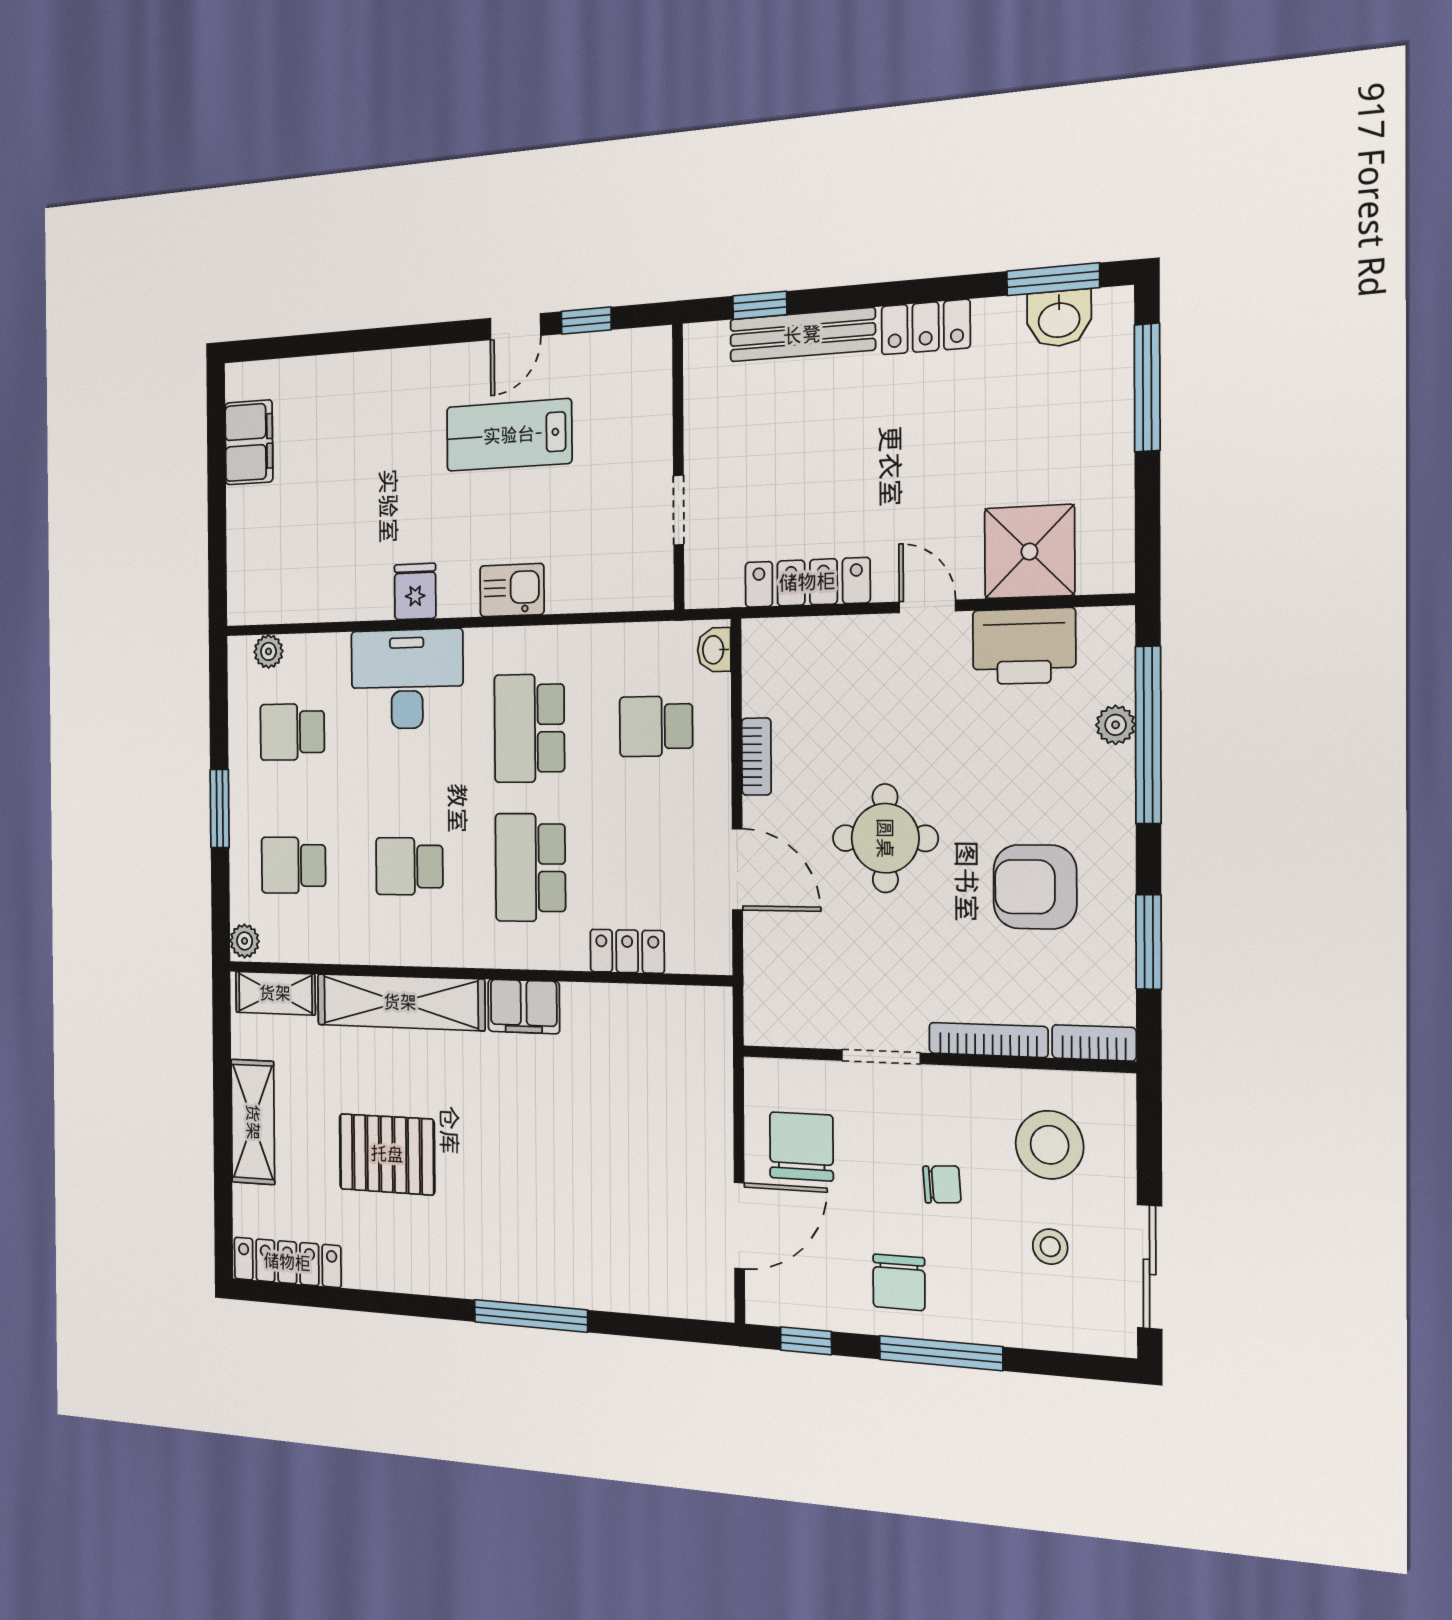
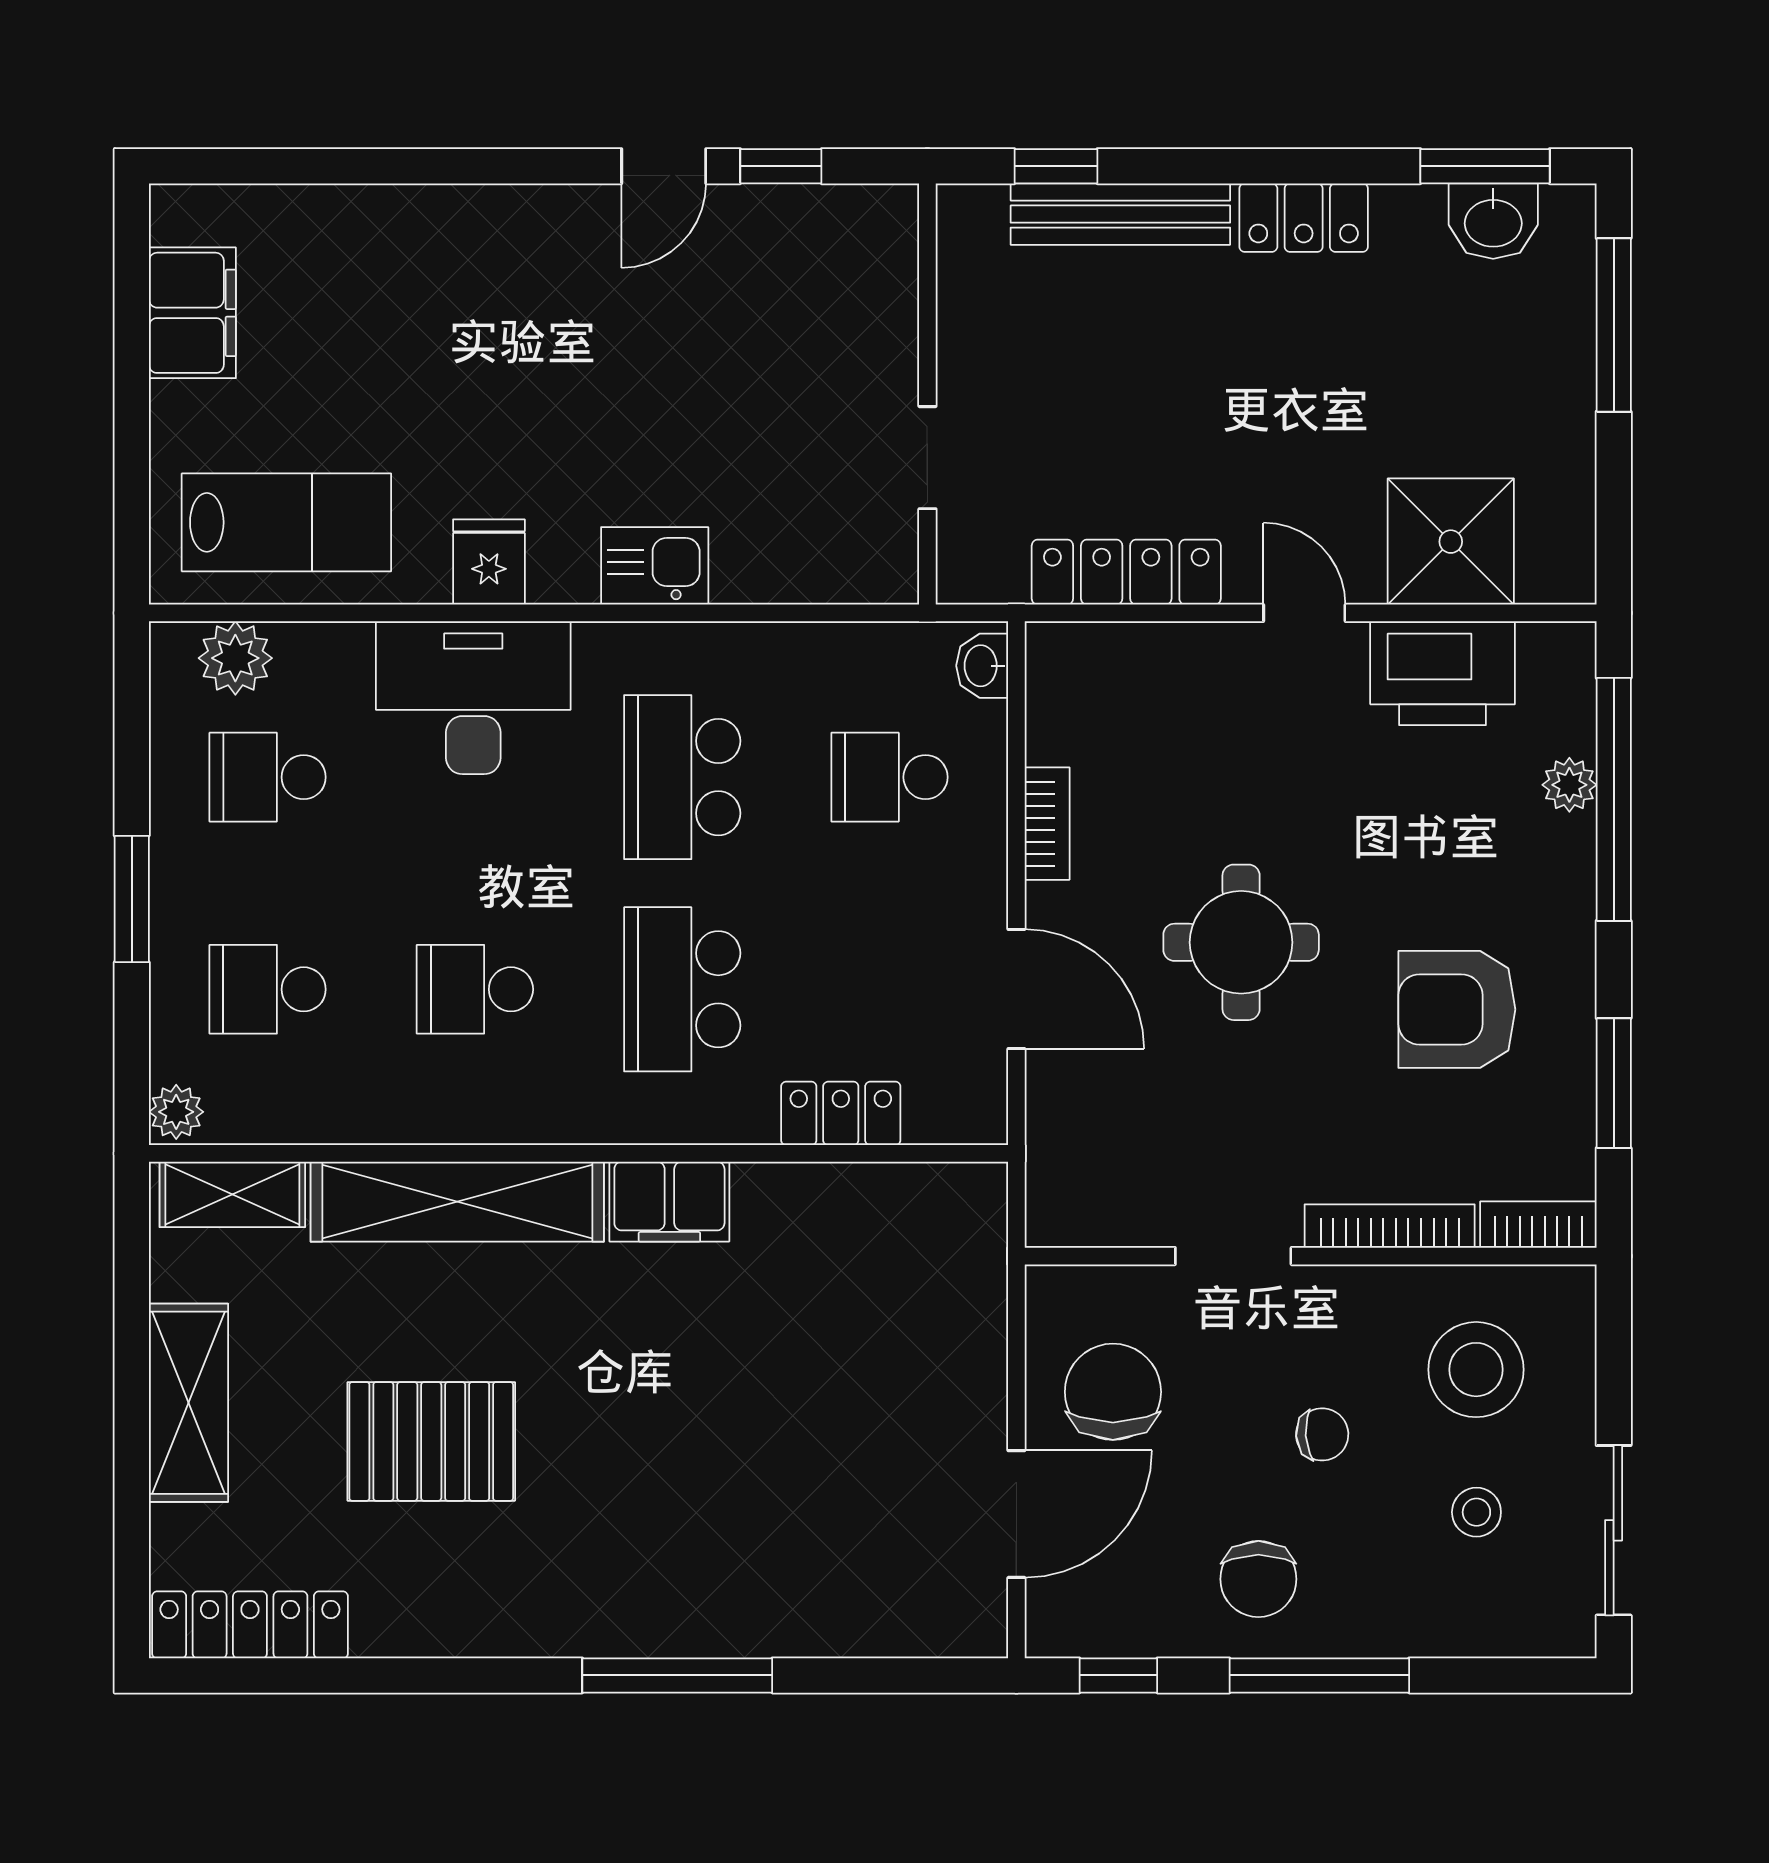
lab bench: (509, 435) -> (286, 522), moved, turned 180
plant: (269, 651) -> (235, 658), width x1.38, depth x1.38

